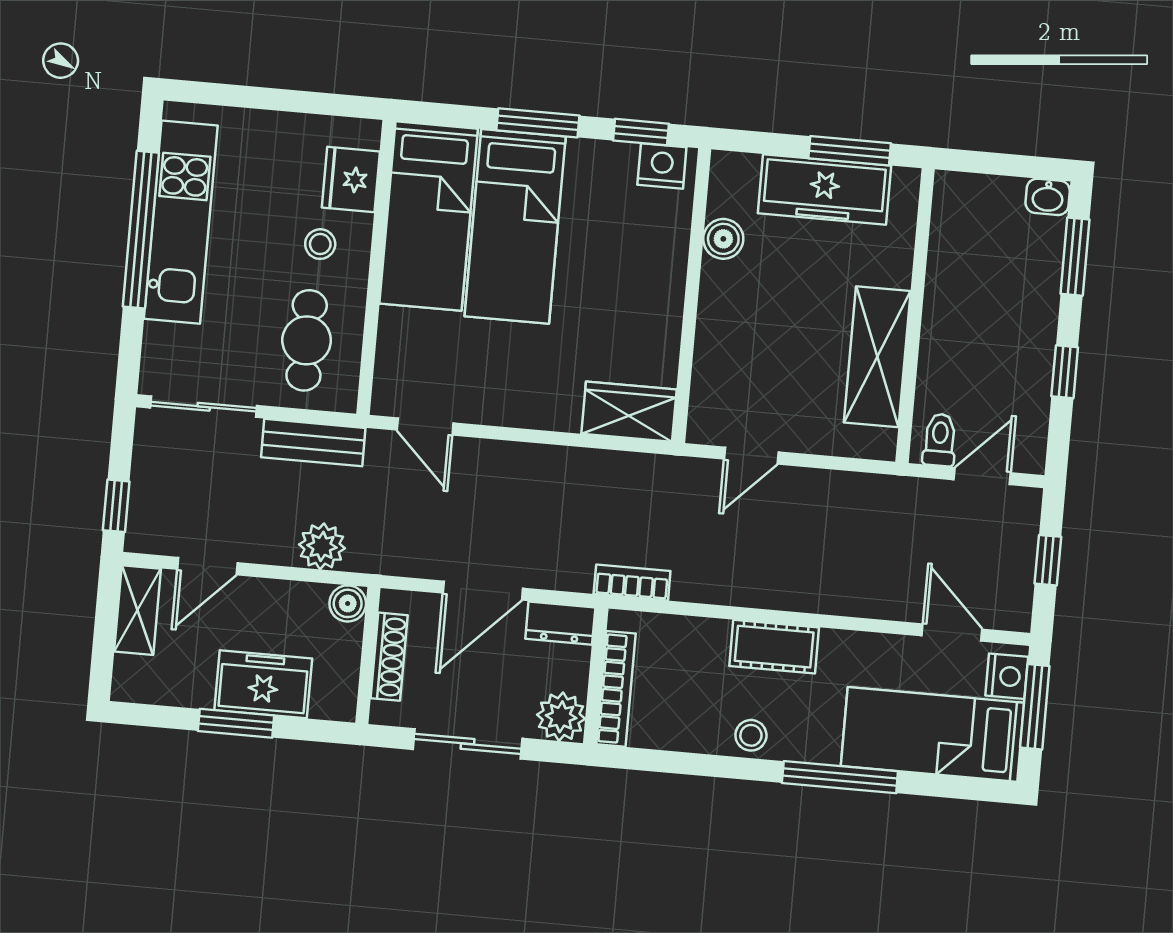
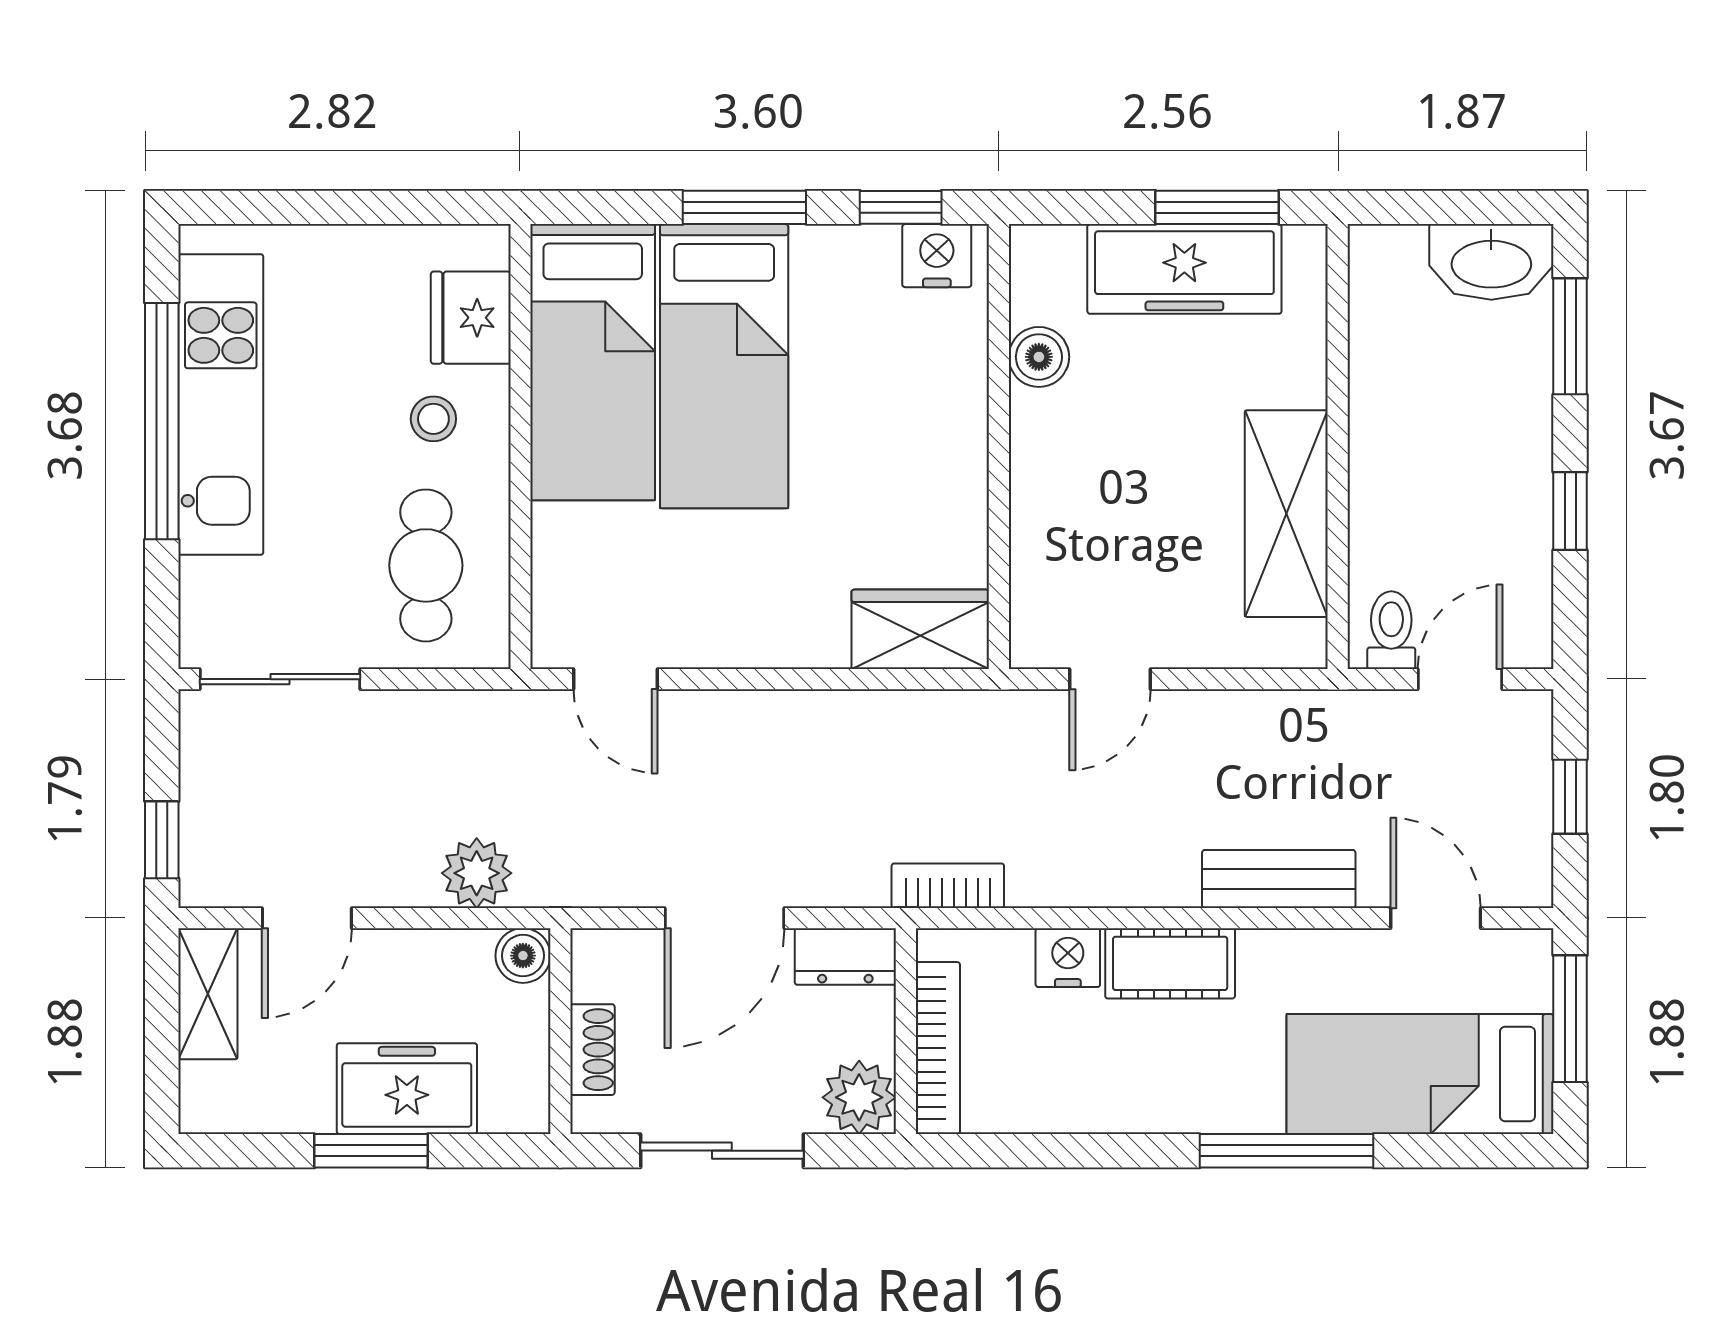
washbasin: (1048, 197) -> (1491, 262), width x1.91, depth x1.45
bench: (313, 443) -> (1279, 879), moved
shoe rack: (389, 657) -> (592, 1050), width x0.70
nightstand: (1007, 676) -> (1068, 958), moved, turned -90
stool: (751, 735) -> (1147, 1100), removed

